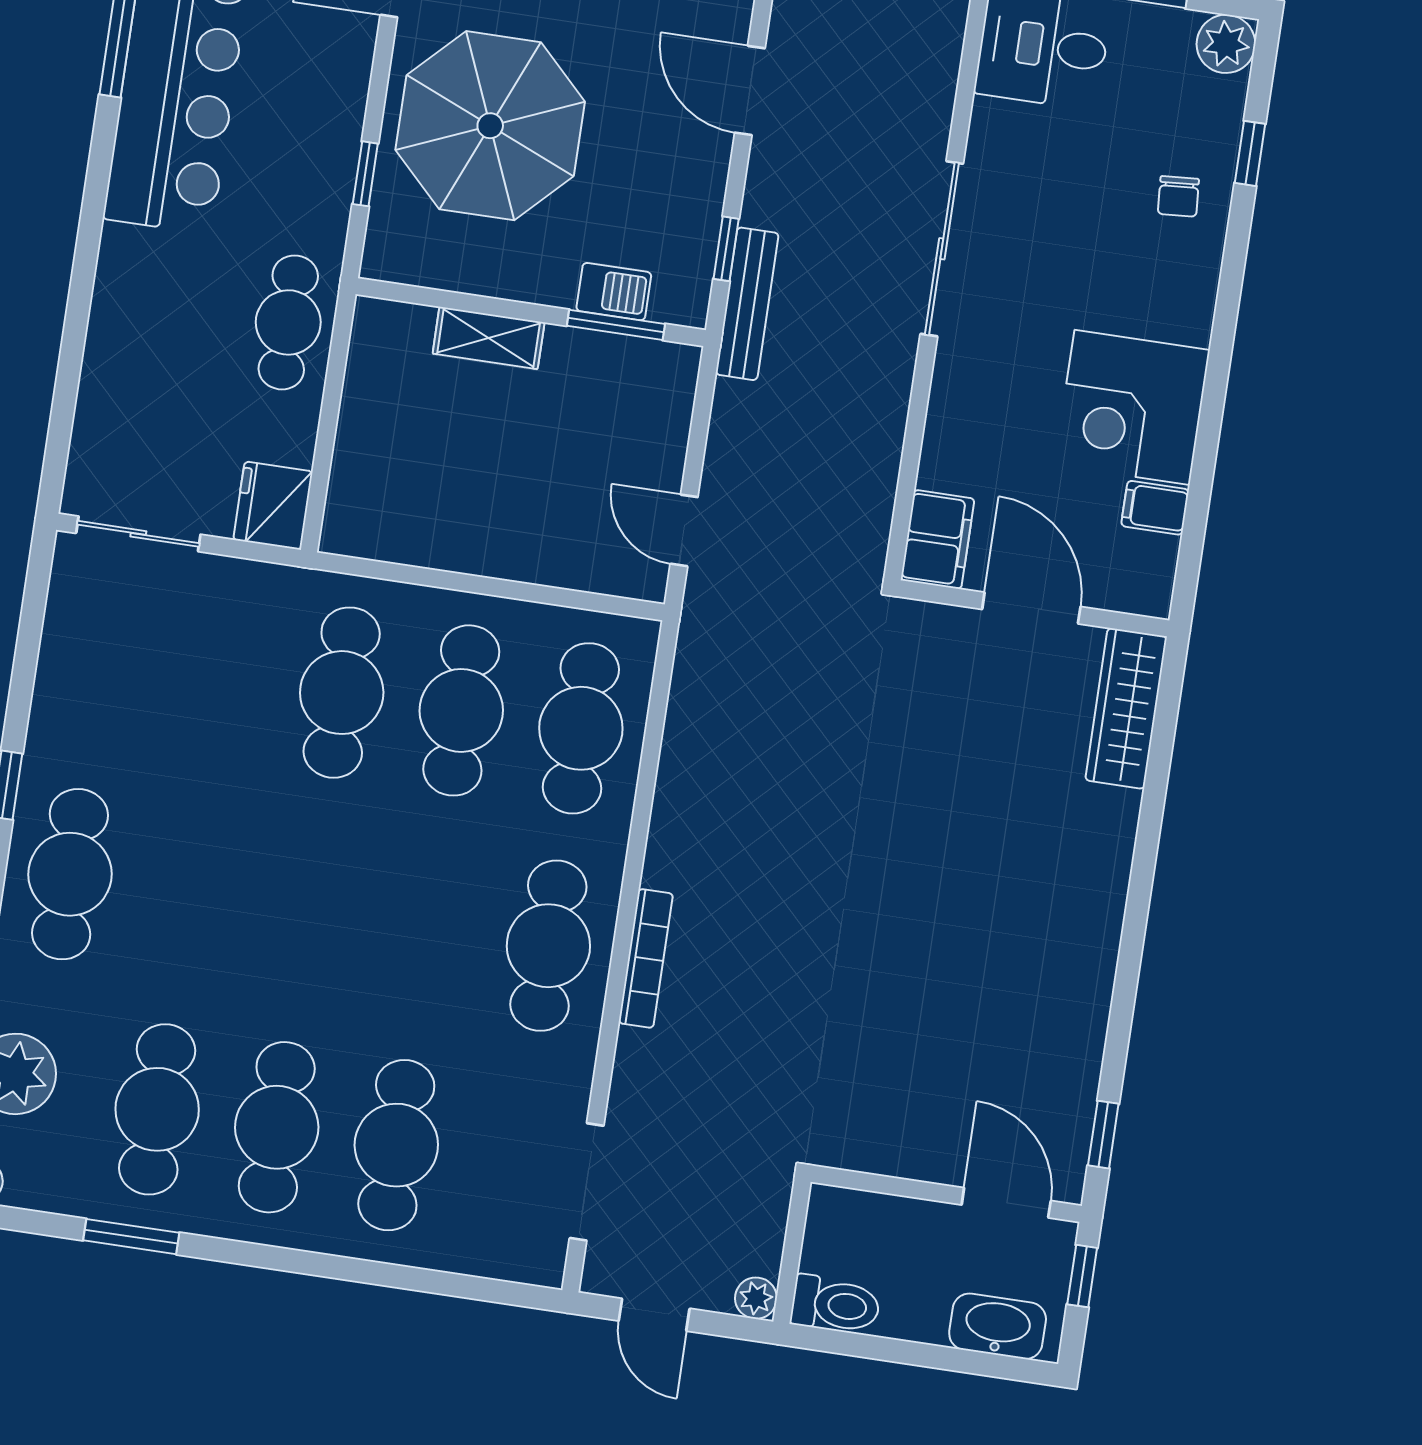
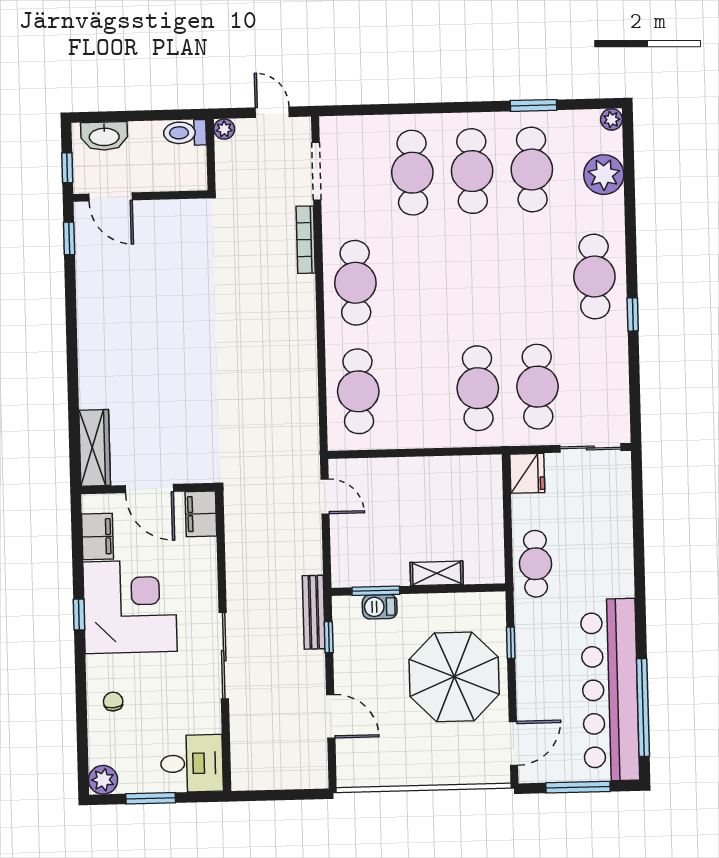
window: (1250, 153) -> (79, 615), moved
corner desk: (1132, 407) -> (130, 607), width x1.36, depth x1.36
filing cabinet: (1155, 508) -> (97, 537), width x2.00
cafe table: (461, 710) -> (537, 387), moved
bookcase: (646, 958) -> (306, 240), moved

